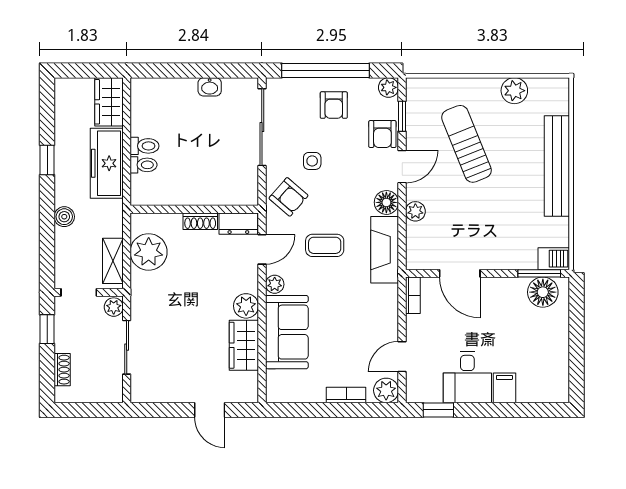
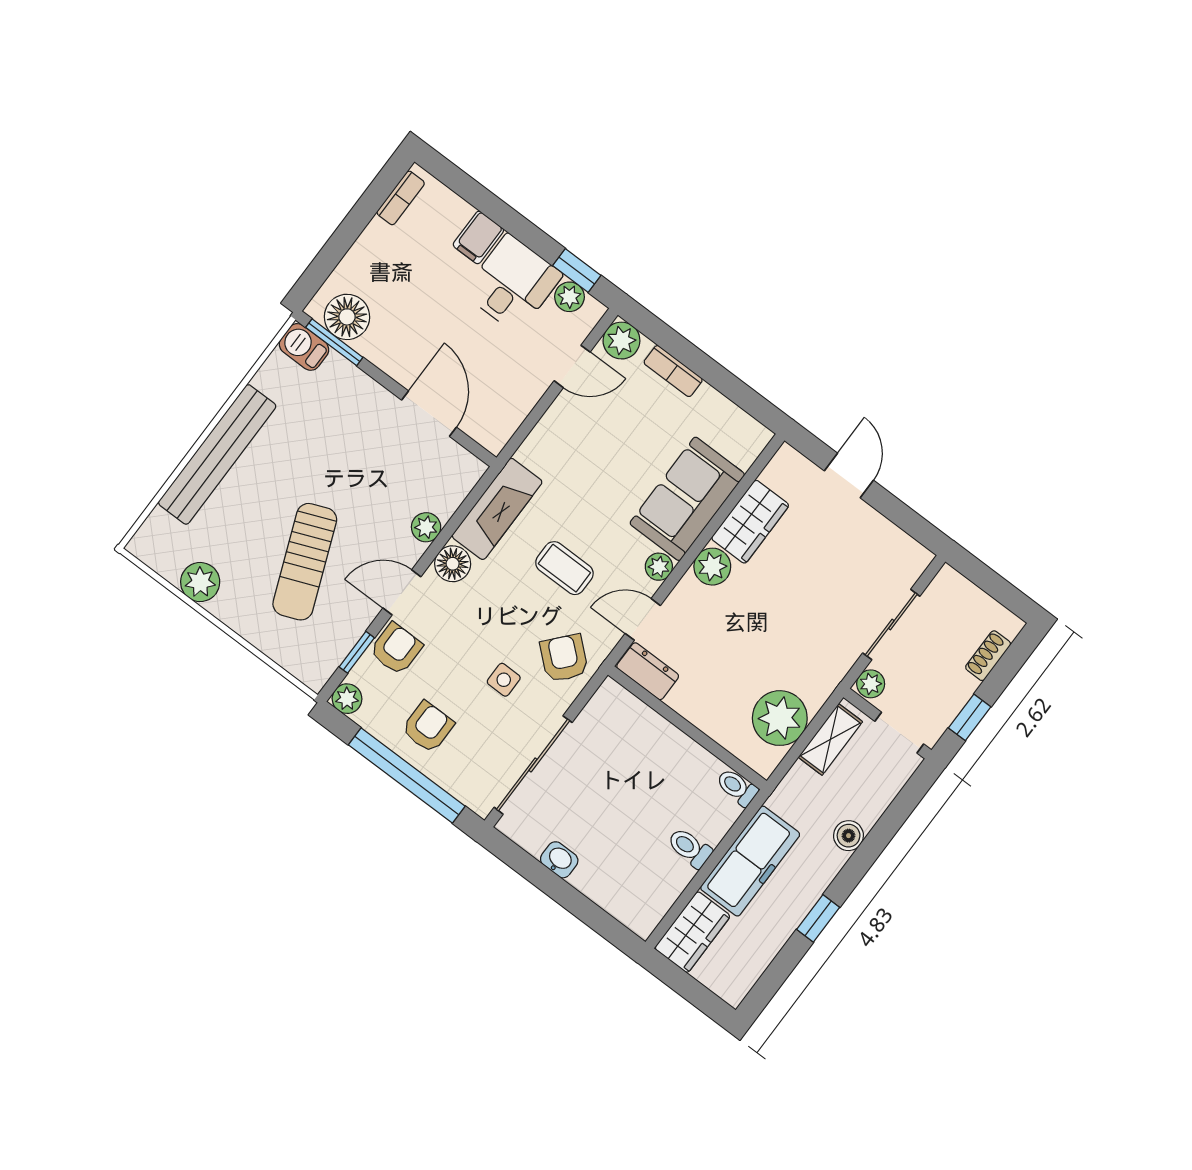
toilet: (144, 165) -> (737, 787), moved
shoe rack: (200, 221) -> (691, 708), removed
bookcase: (413, 295) -> (401, 198), moved, turned 180
plant: (432, 393) -> (570, 297), added

